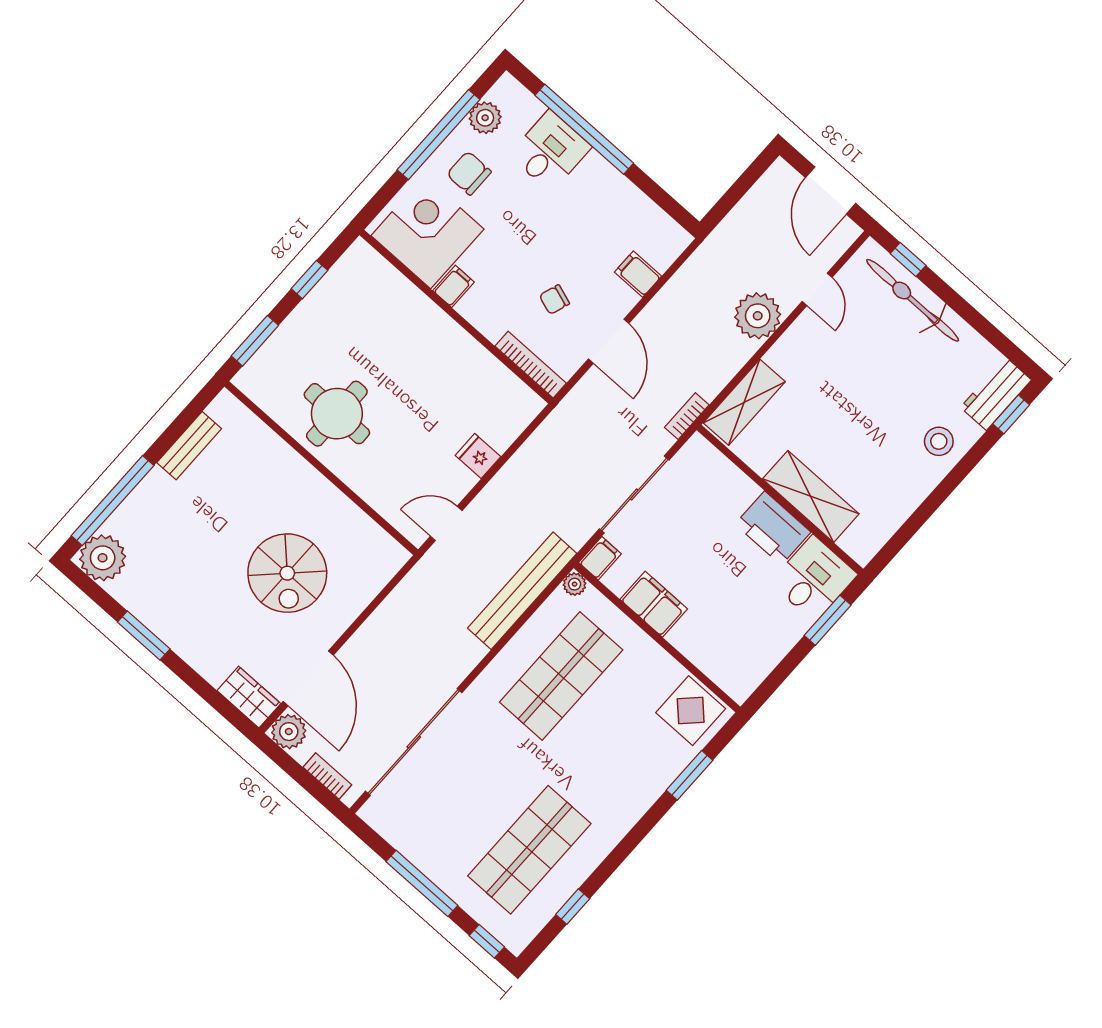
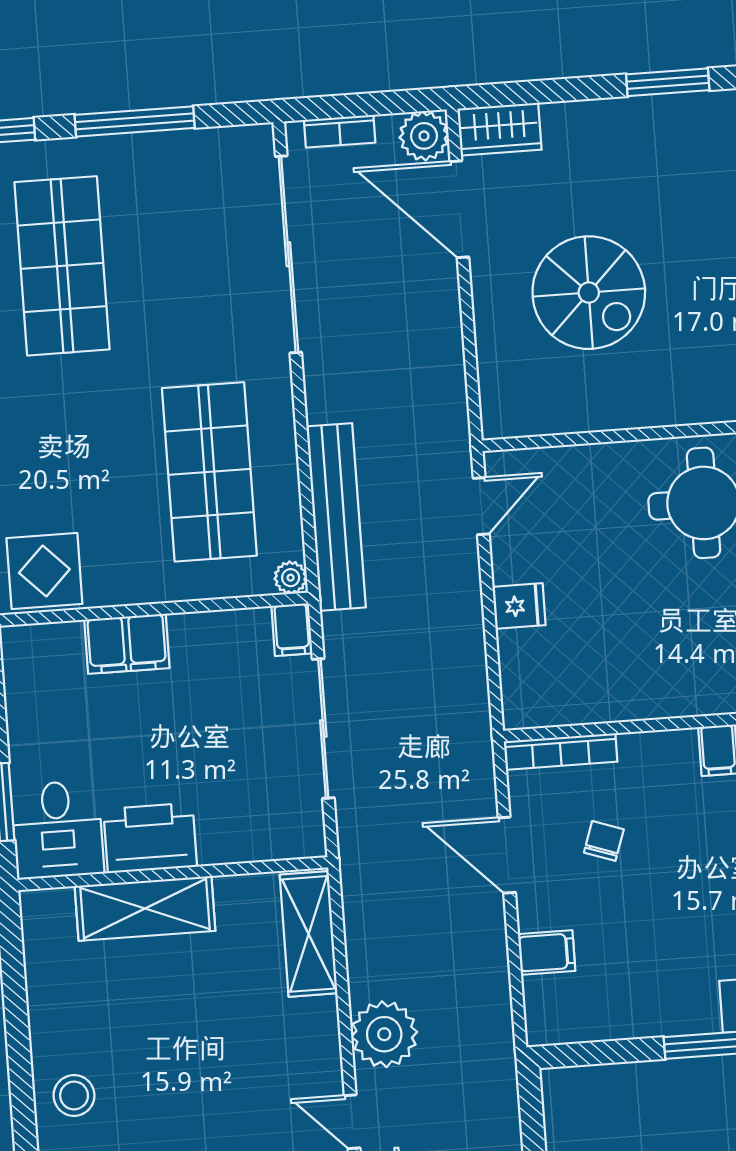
bookcase: (687, 416) -> (352, 861), removed
spiral stairs: (287, 573) -> (589, 293), turned 180
filing cabinet: (654, 604) -> (127, 644), moved

